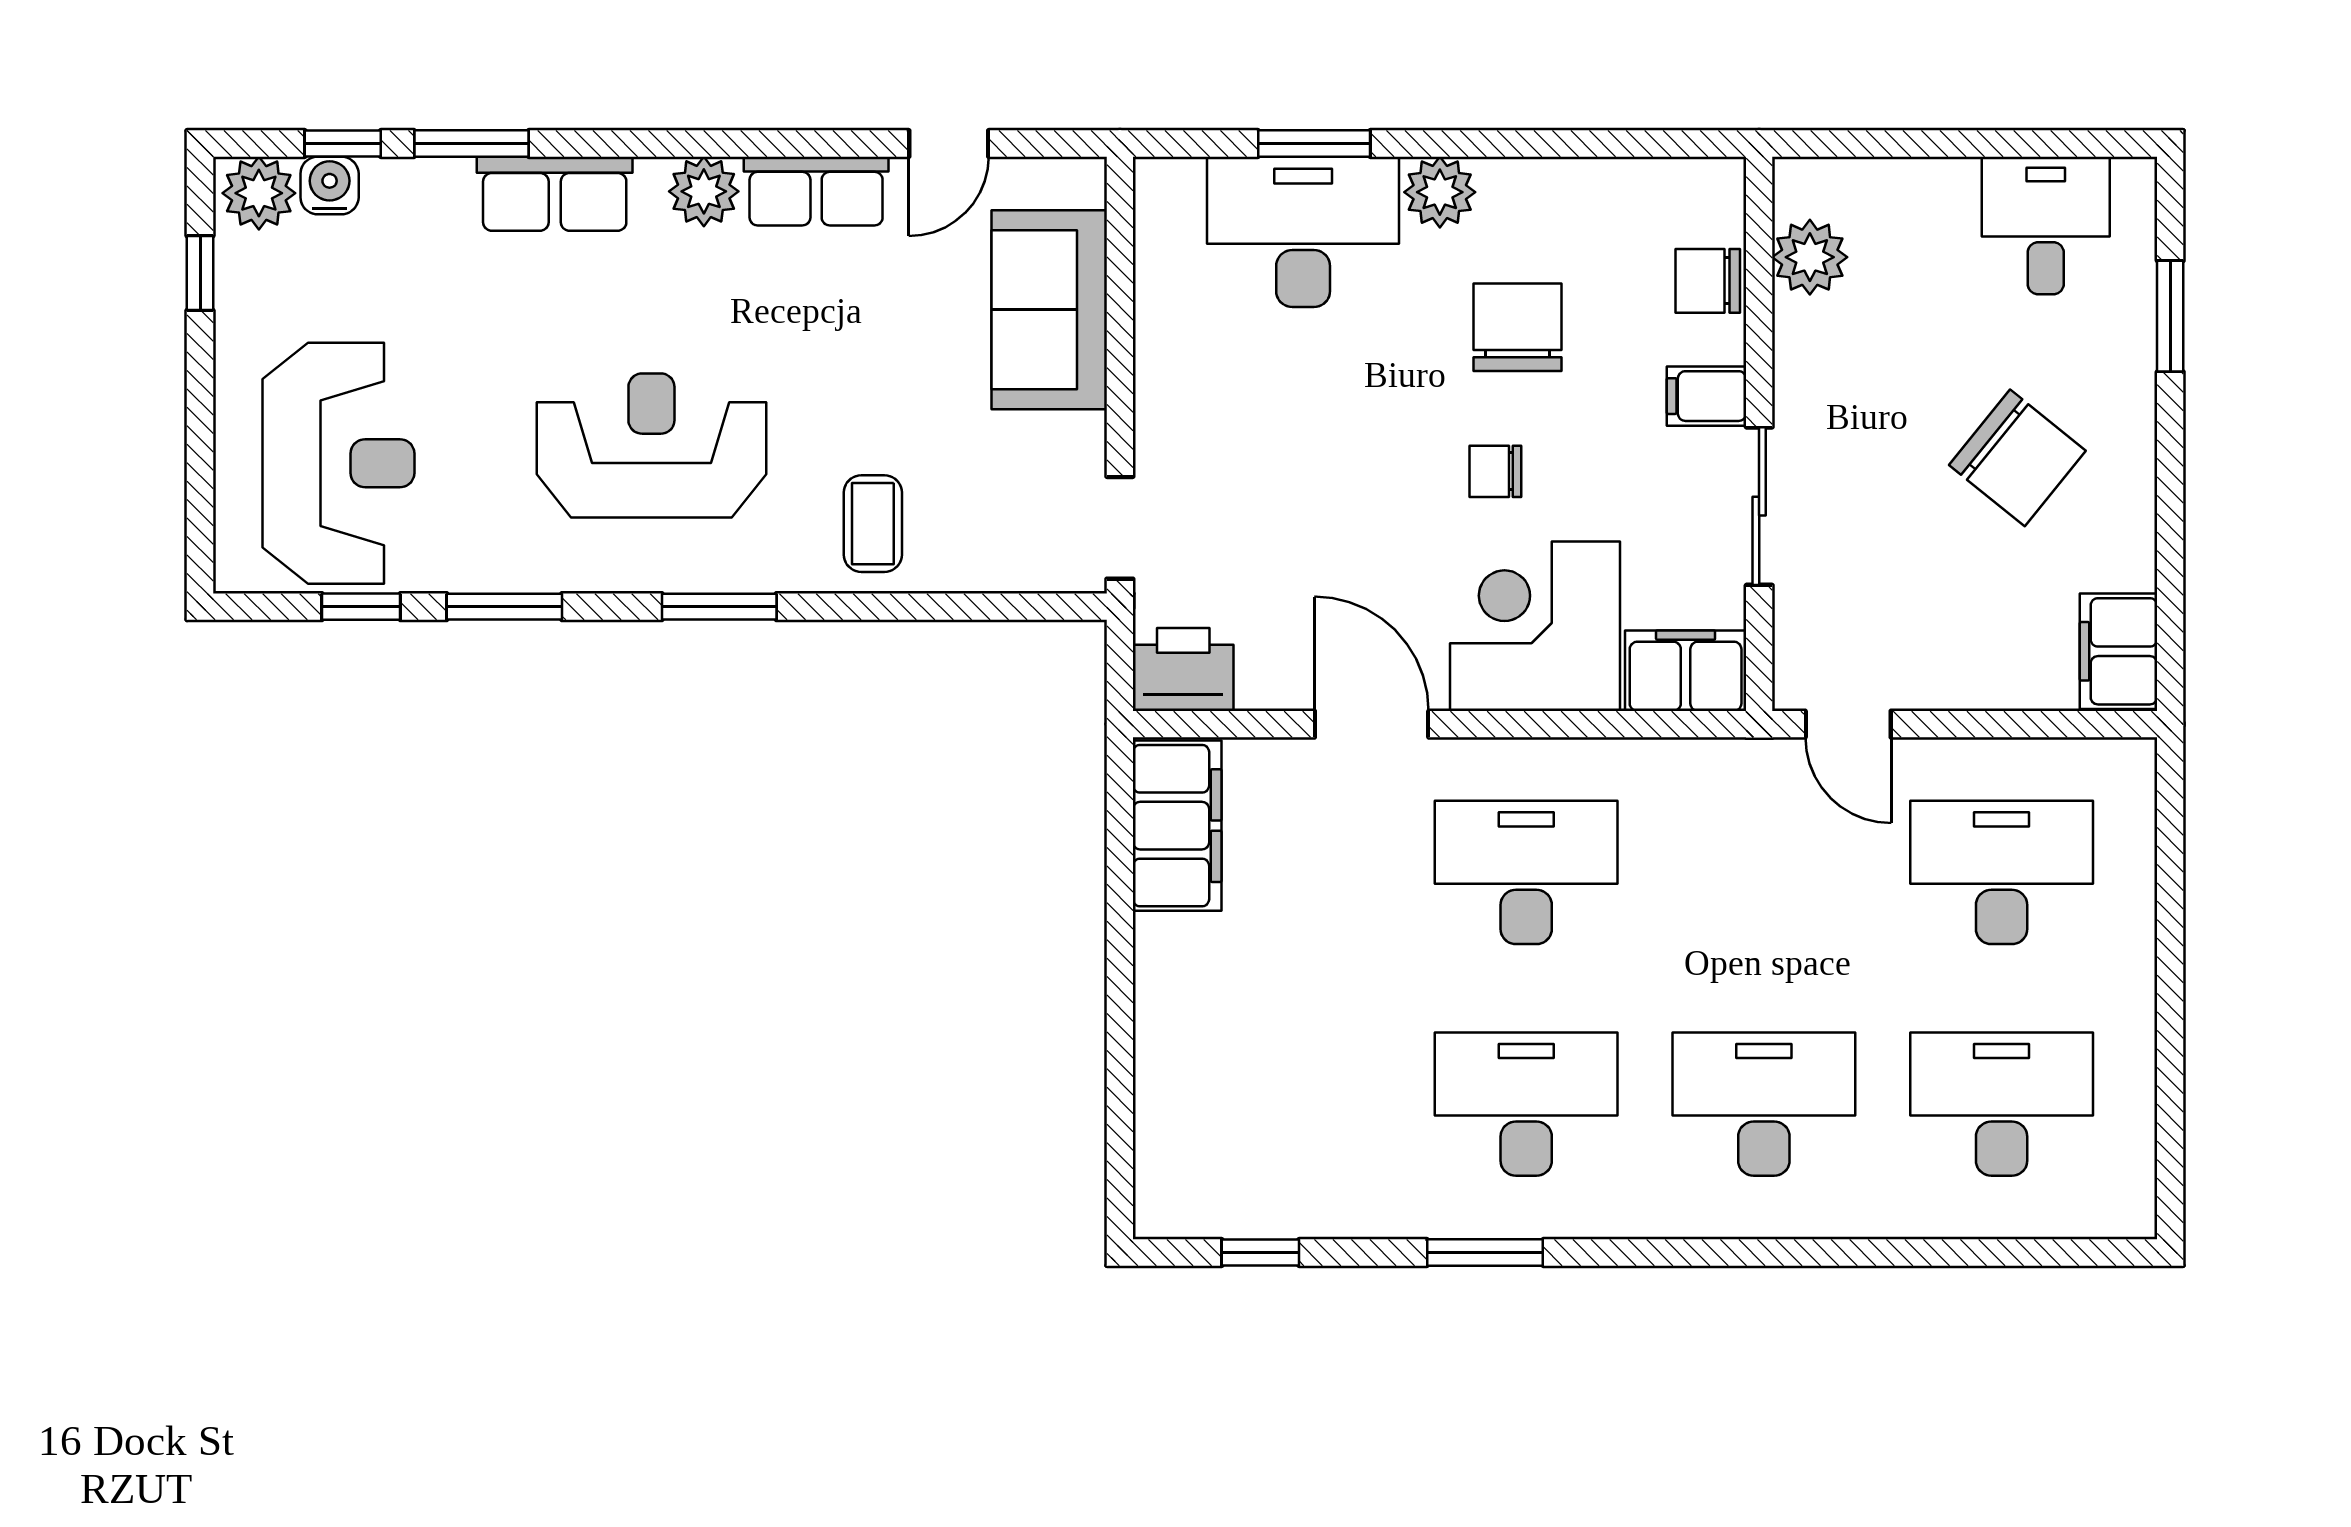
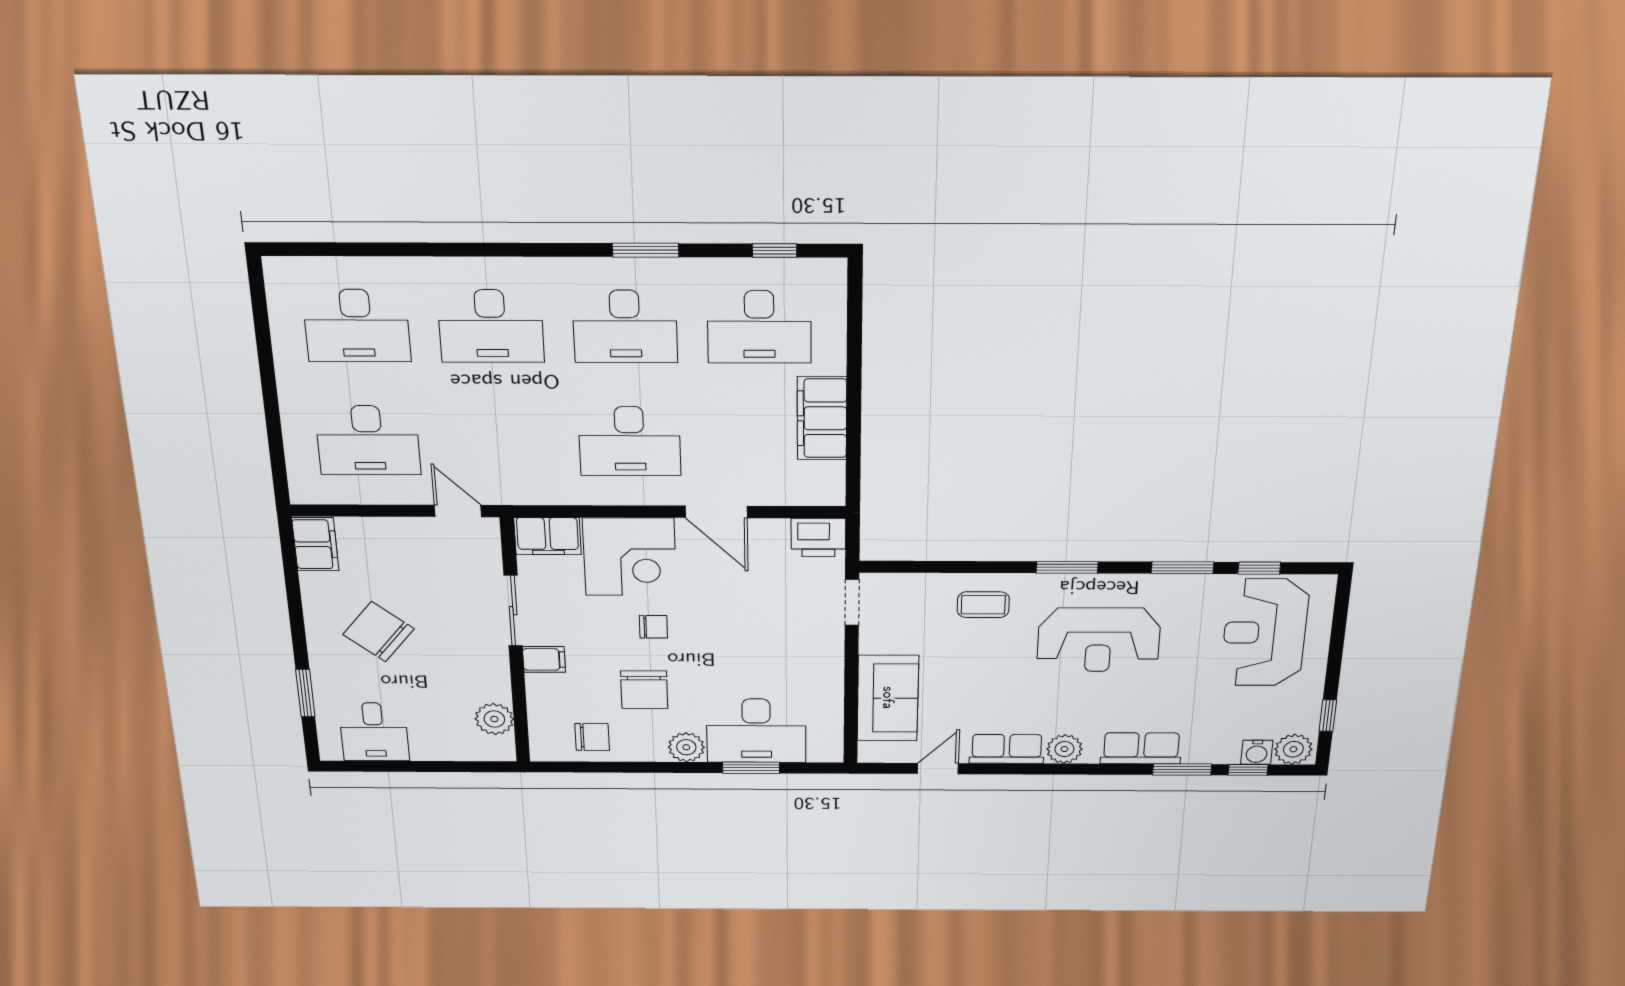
chair: (1708, 281) -> (592, 737), moved
coffee table: (873, 524) -> (983, 605), turned 90
filing cabinet: (1177, 826) -> (822, 418), moved
desk: (1288, 1104) -> (759, 327), added

